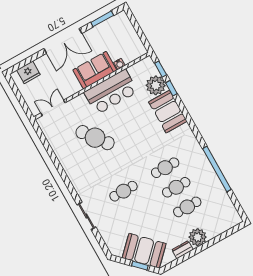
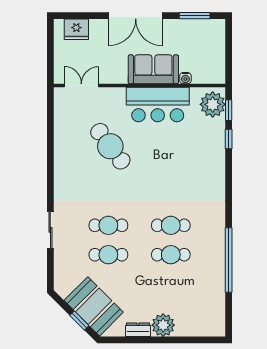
plant: (156, 85) -> (213, 104), moved
booth: (168, 112) -> (210, 163), removed
cafe table: (187, 207) -> (108, 255), moved

